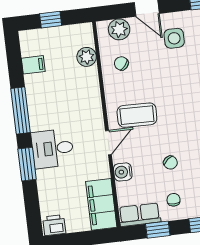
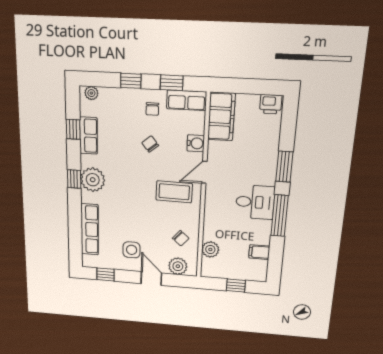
desk: (53, 149) -> (255, 202), moved

